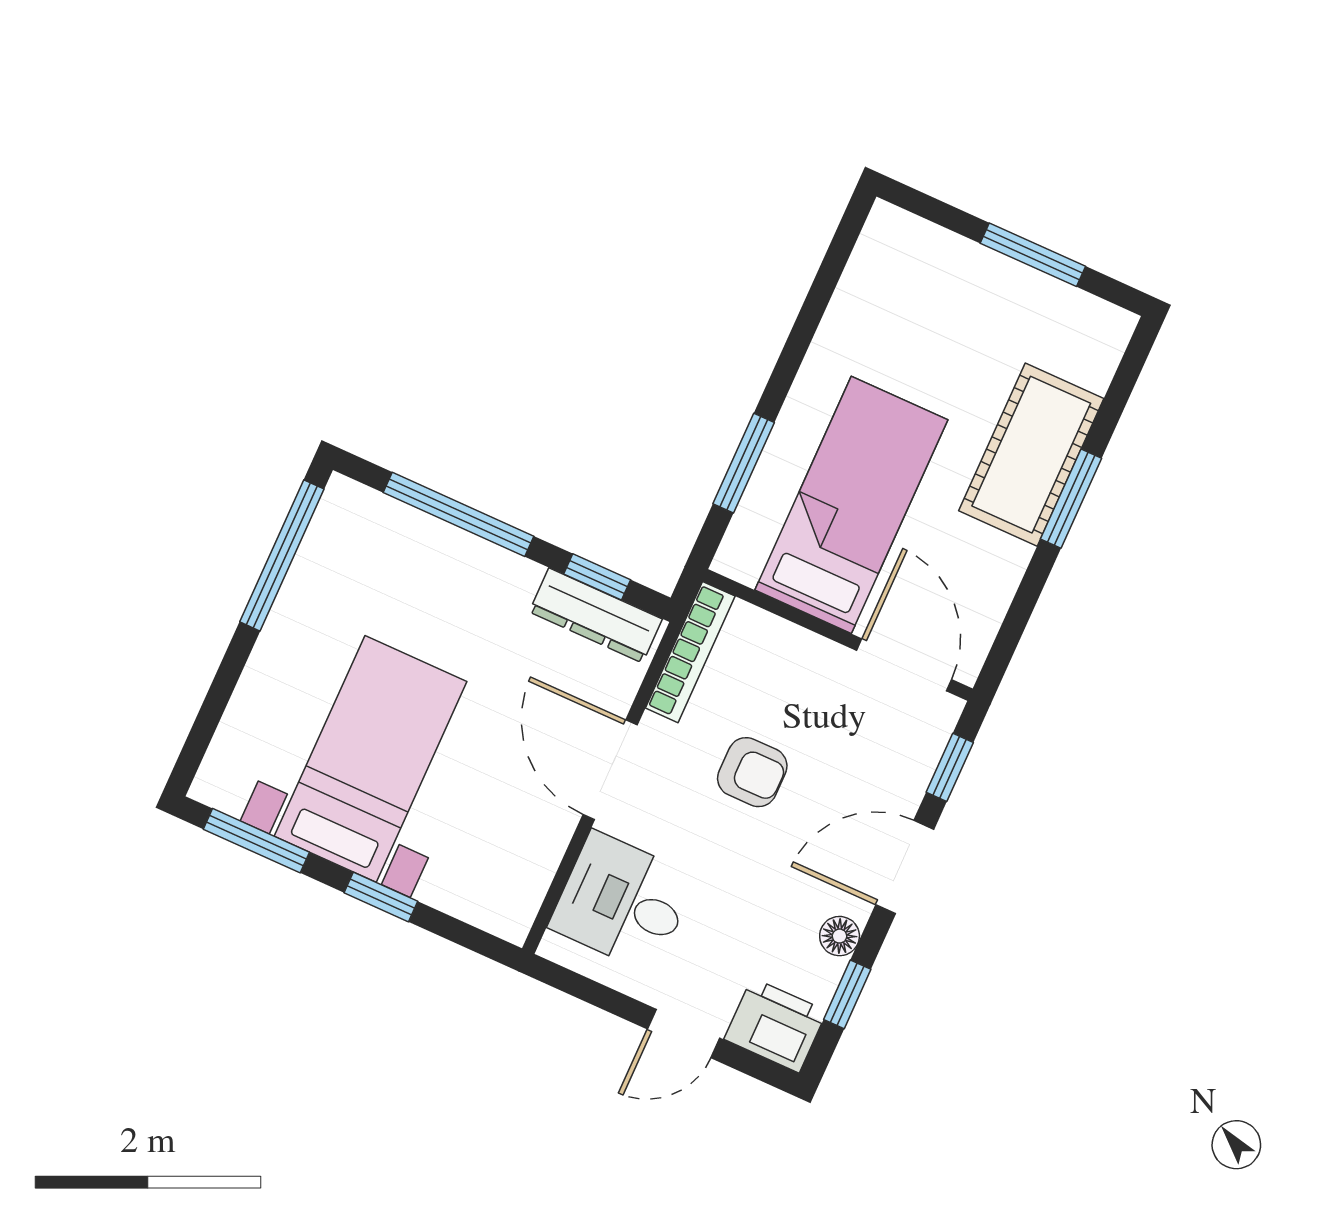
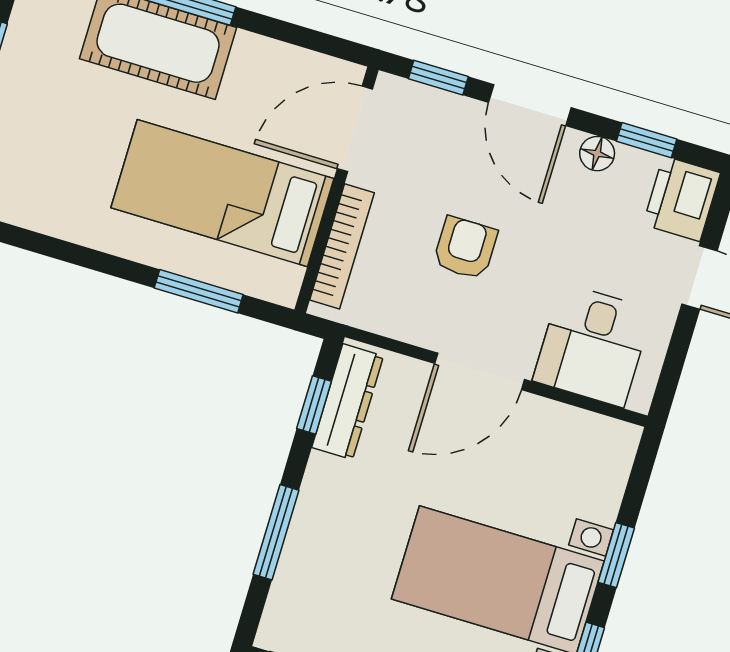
window: (458, 514) -> (276, 532), width x0.69
bookcase: (690, 652) -> (342, 246), moved, turned 90

